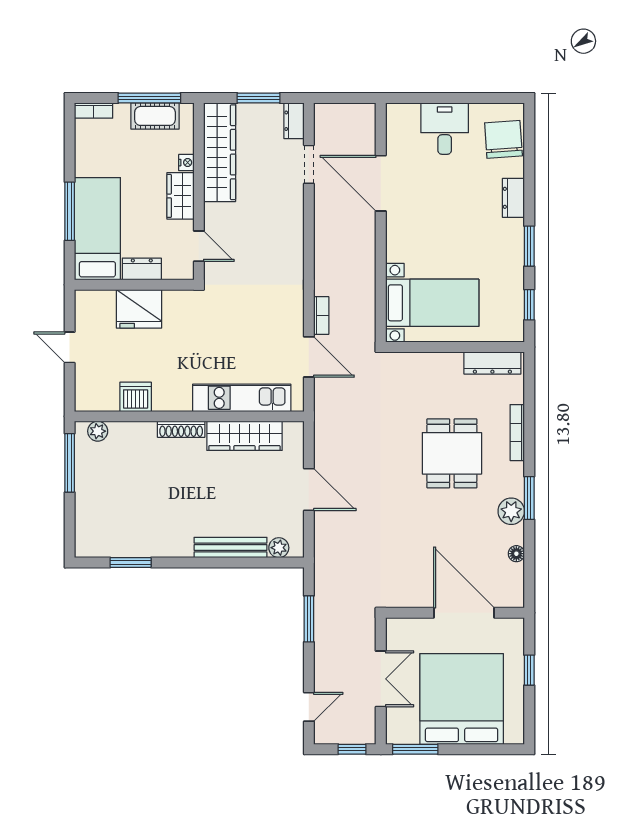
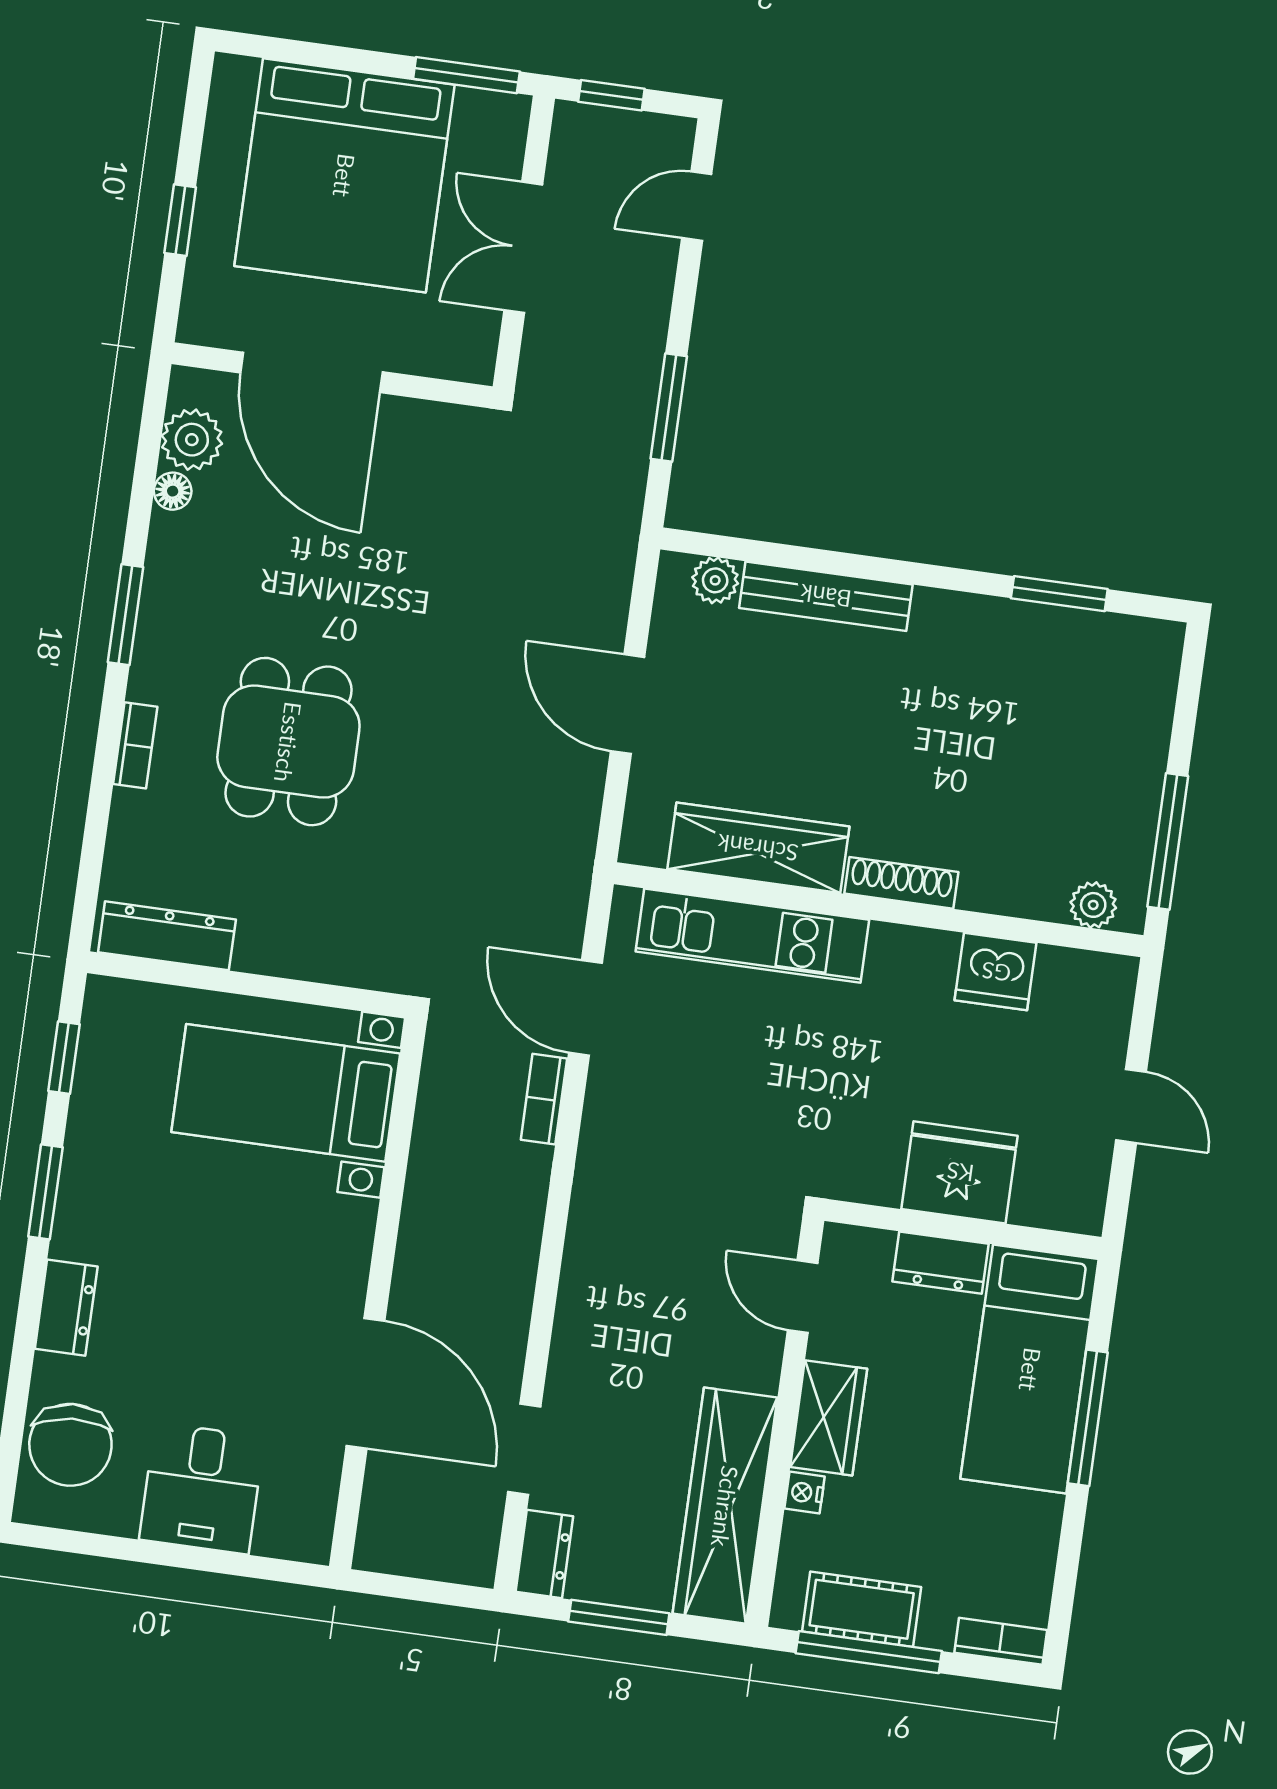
bookcase: (517, 433) -> (135, 745), width x0.64
plant: (511, 511) -> (192, 440), moved

